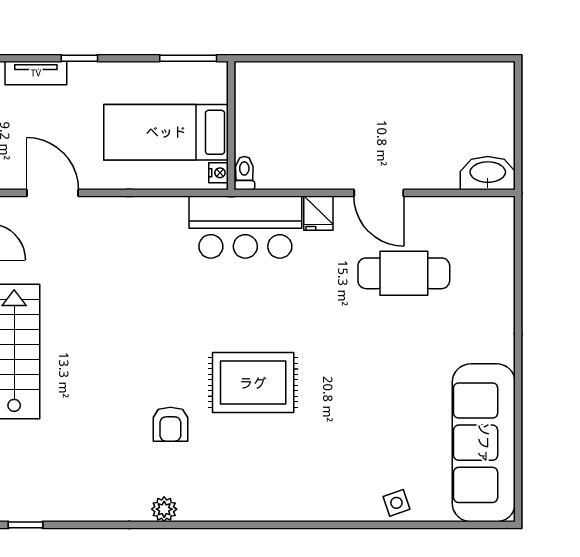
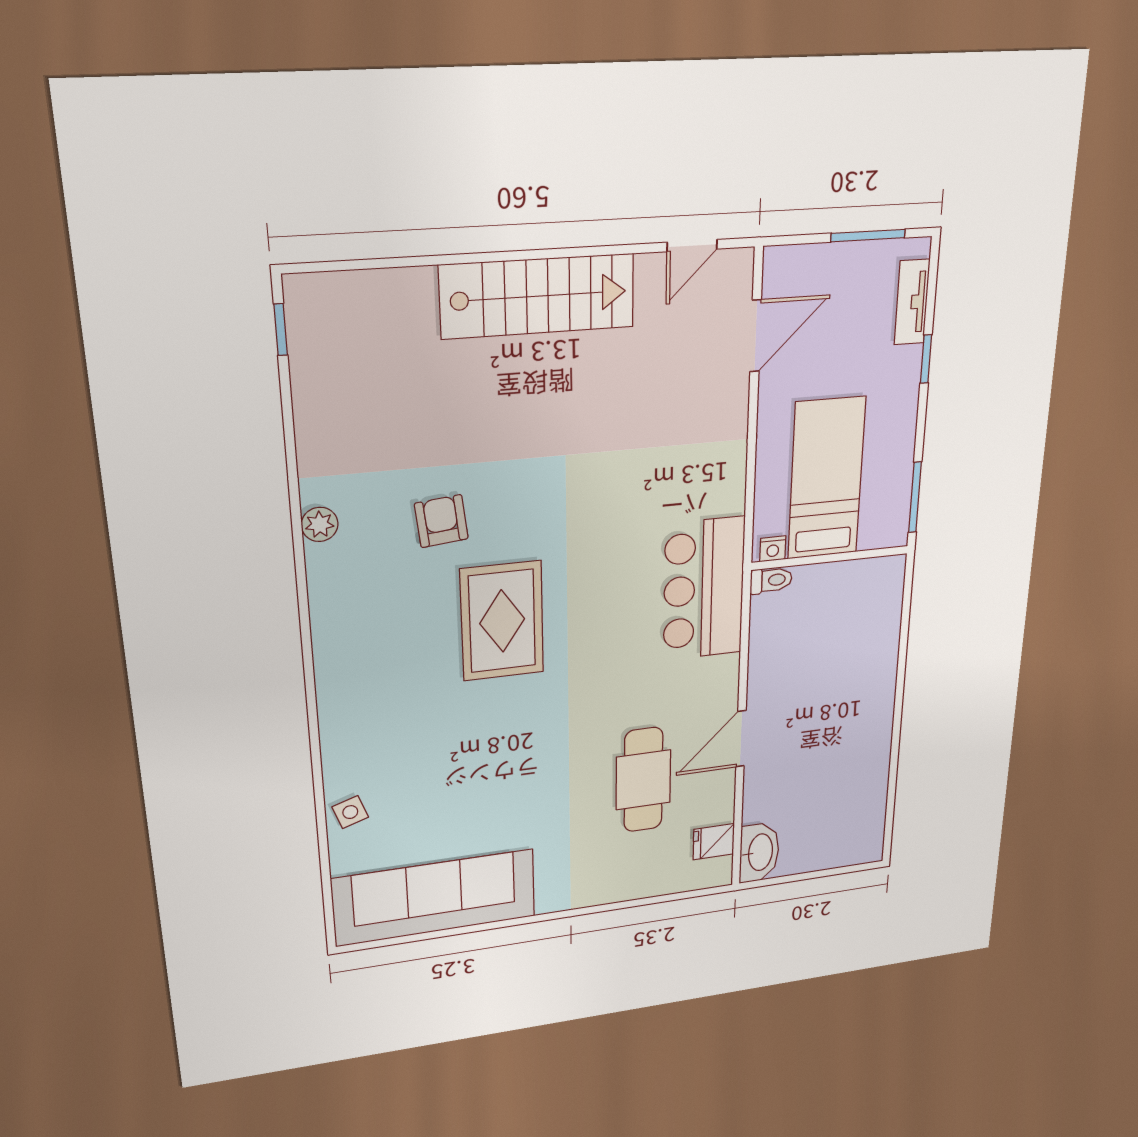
fridge: (318, 213) -> (714, 842), moved
armchair: (170, 424) -> (441, 521), turned 84

